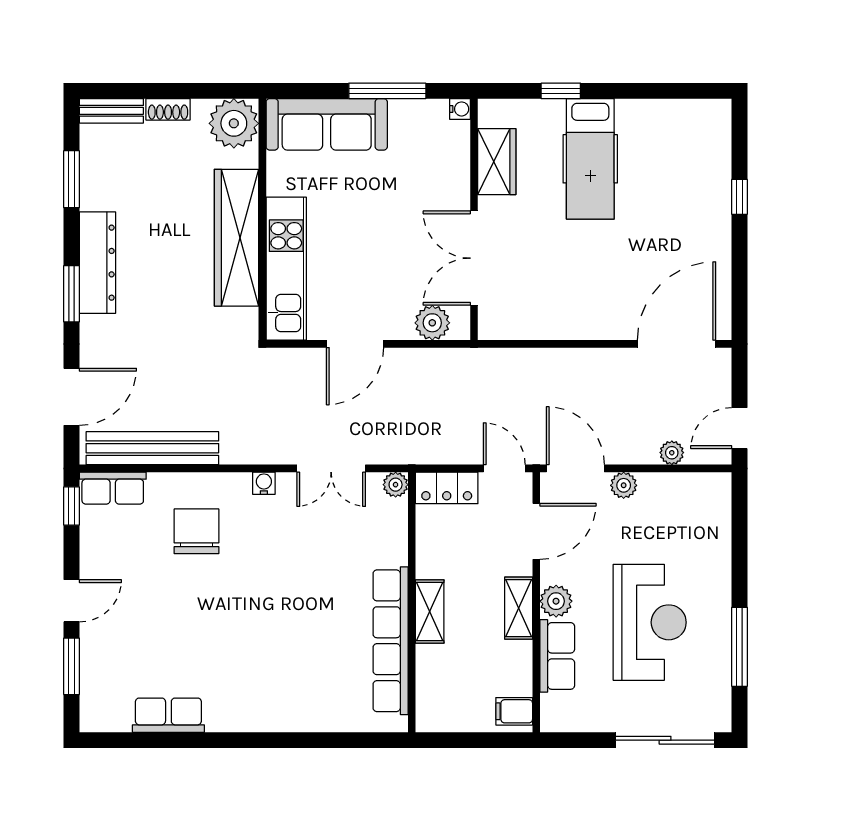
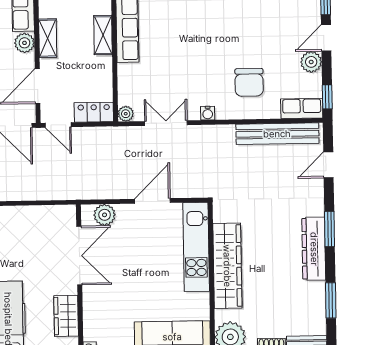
door: (72, 397) -> (328, 165), width x0.73
plant: (96, 563) -> (311, 62), added

